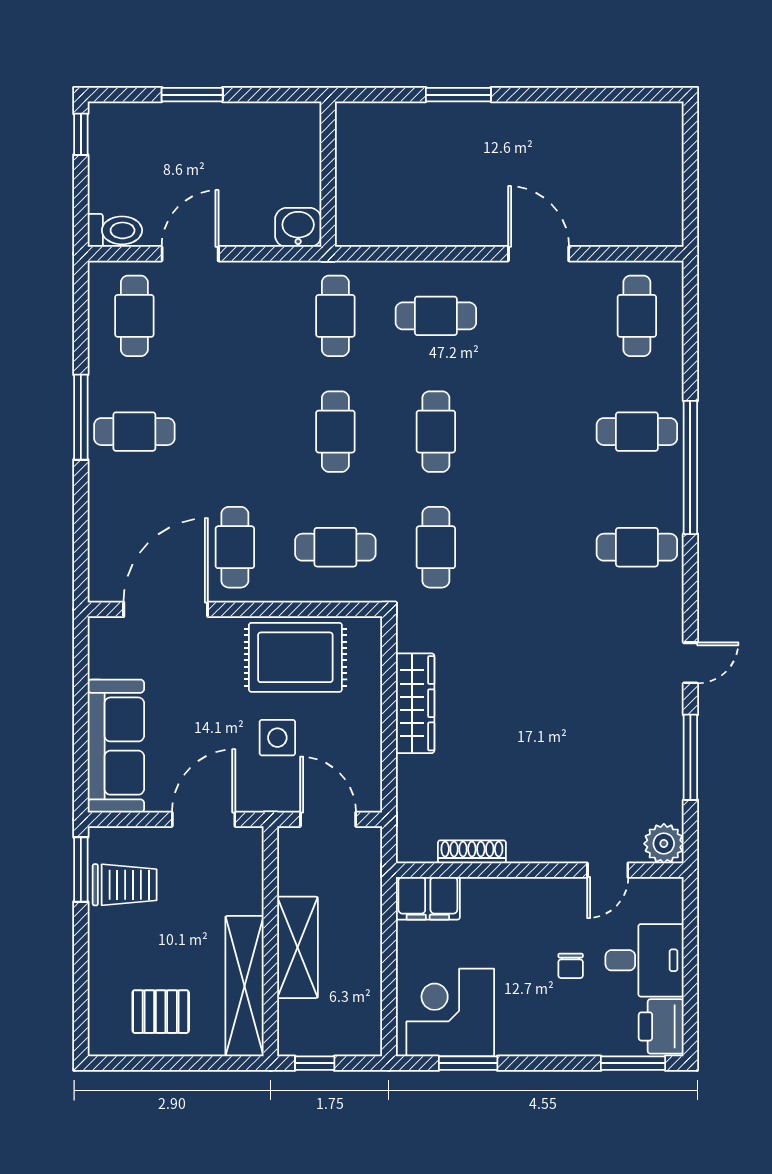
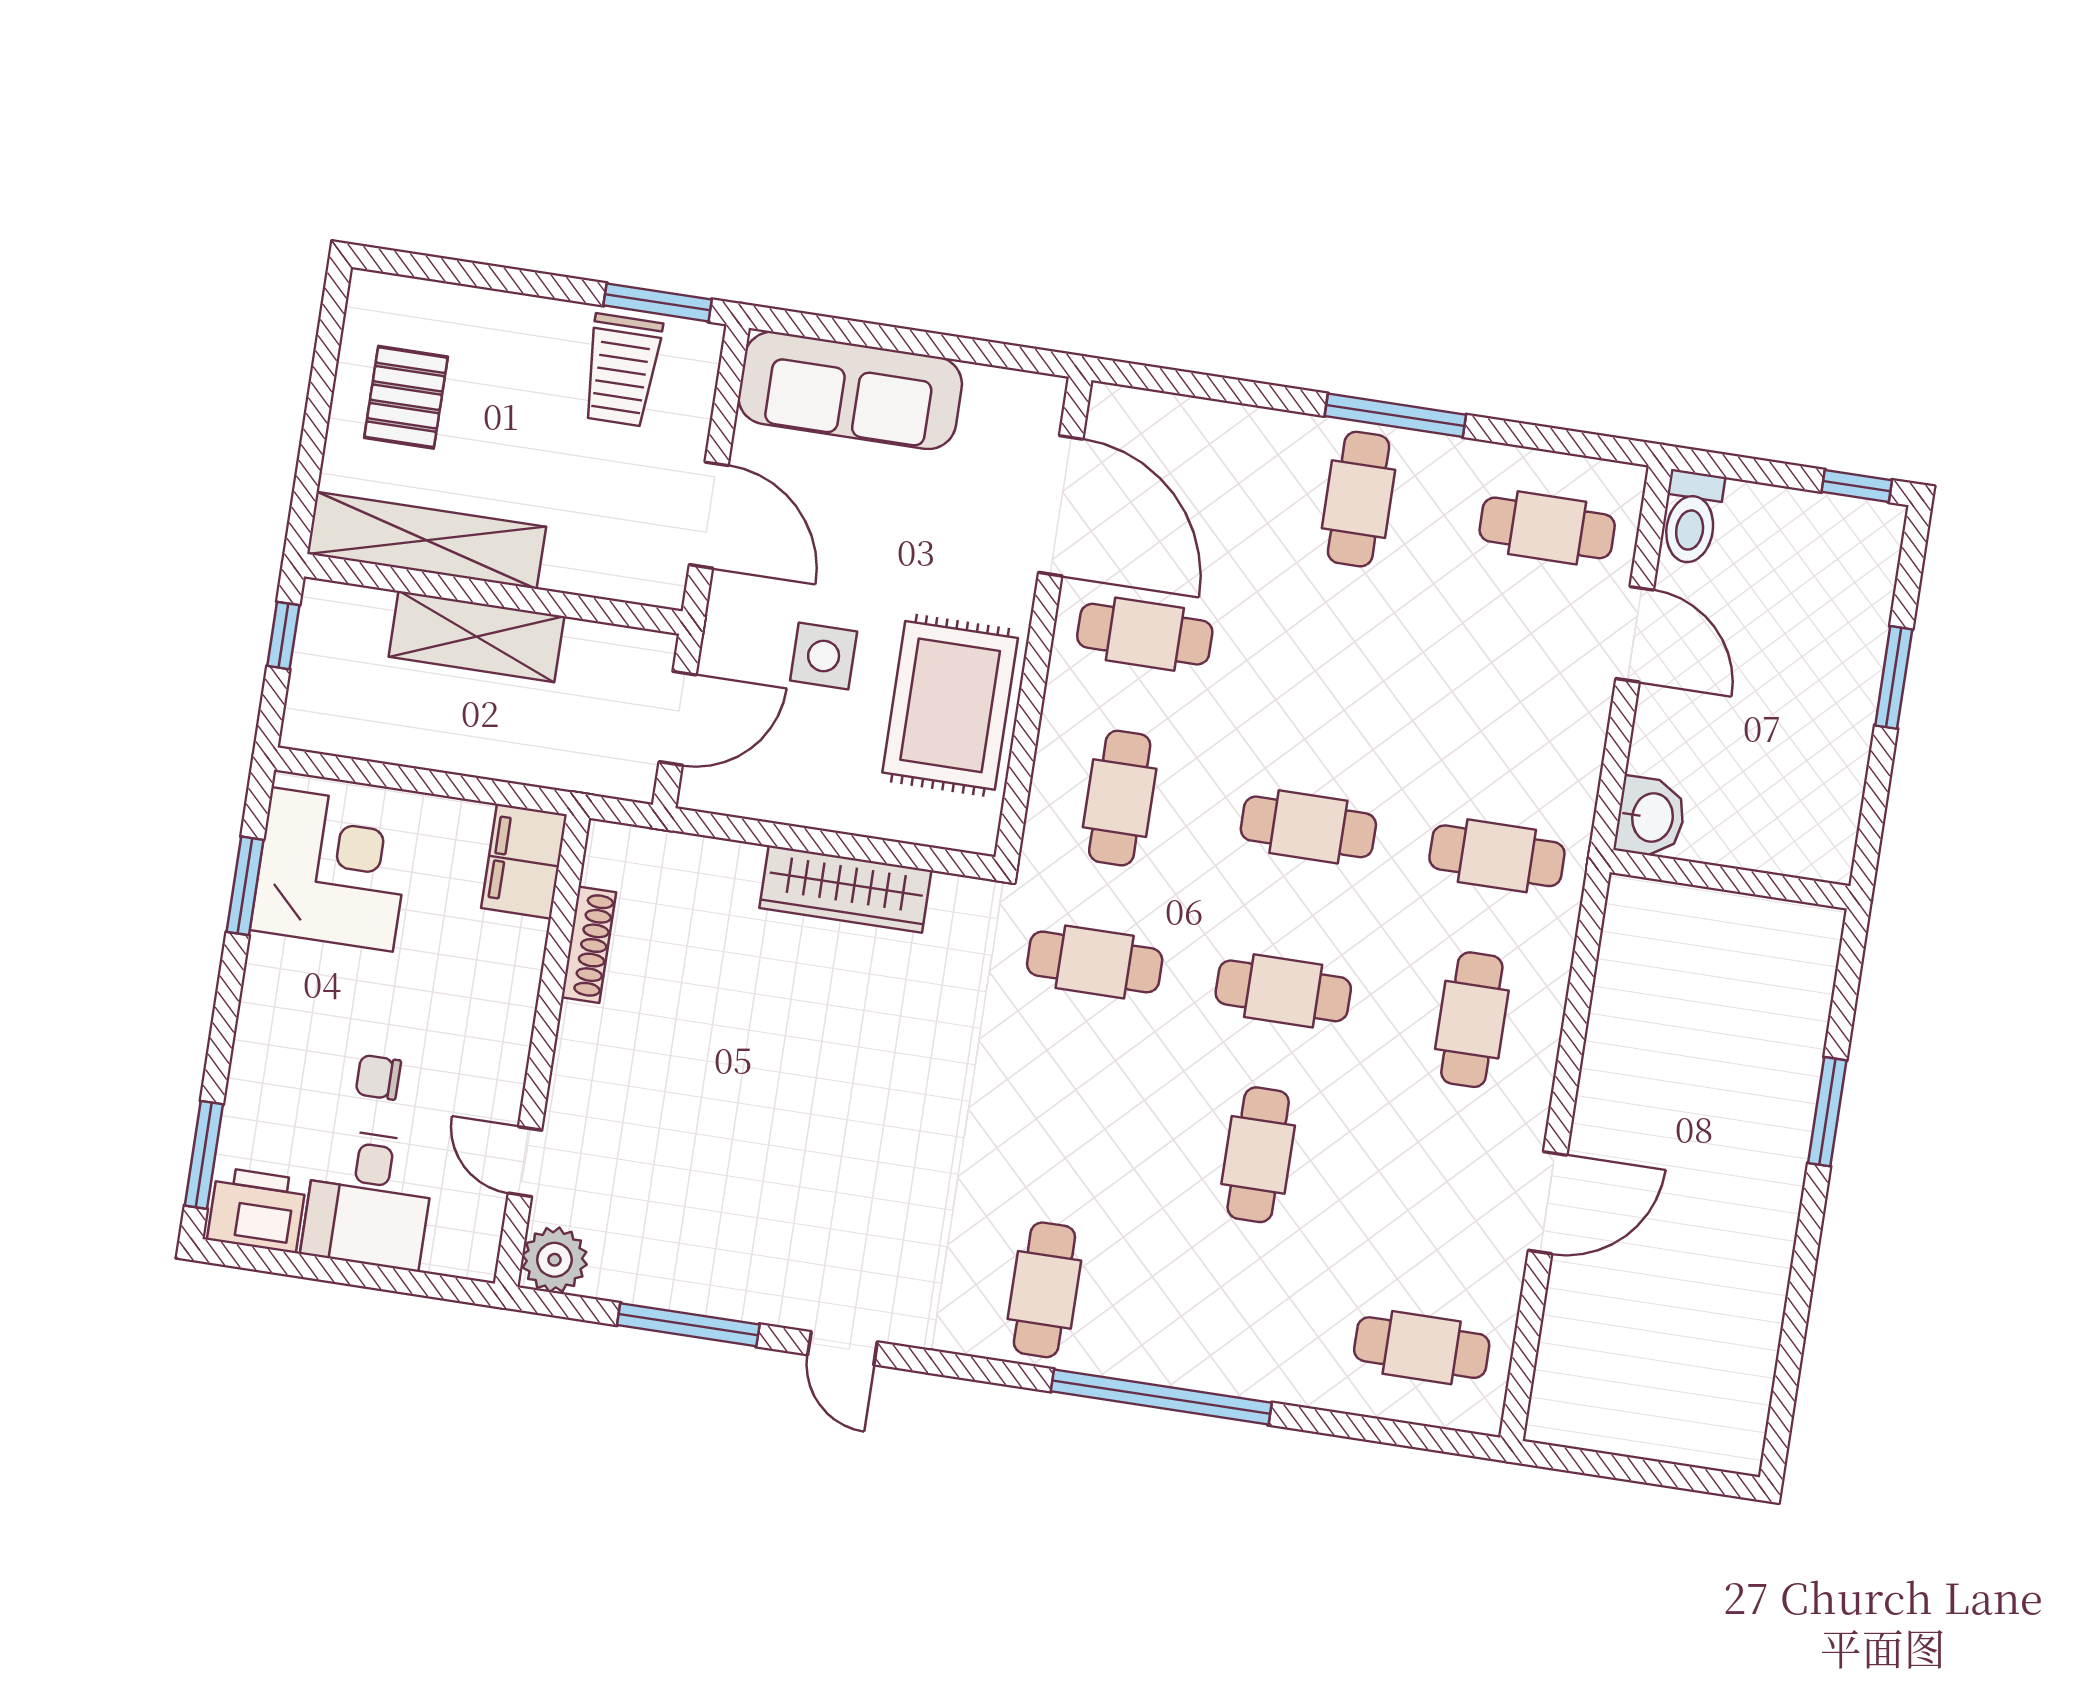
cafe table: (637, 432) -> (1258, 1155), moved

